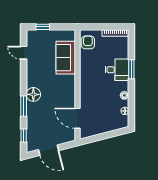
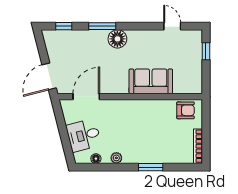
door: (24, 53) -> (172, 26), hinge flipped
sofa: (66, 58) -> (151, 81), moved
desk: (117, 70) -> (84, 135), moved, turned 76
door: (49, 150) -> (49, 76), moved

